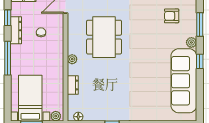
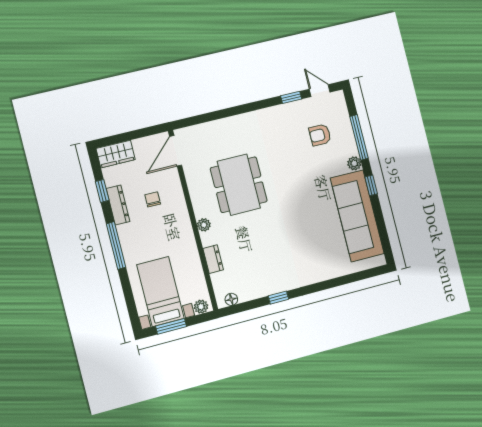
window: (200, 25) -> (359, 137), width x1.44

